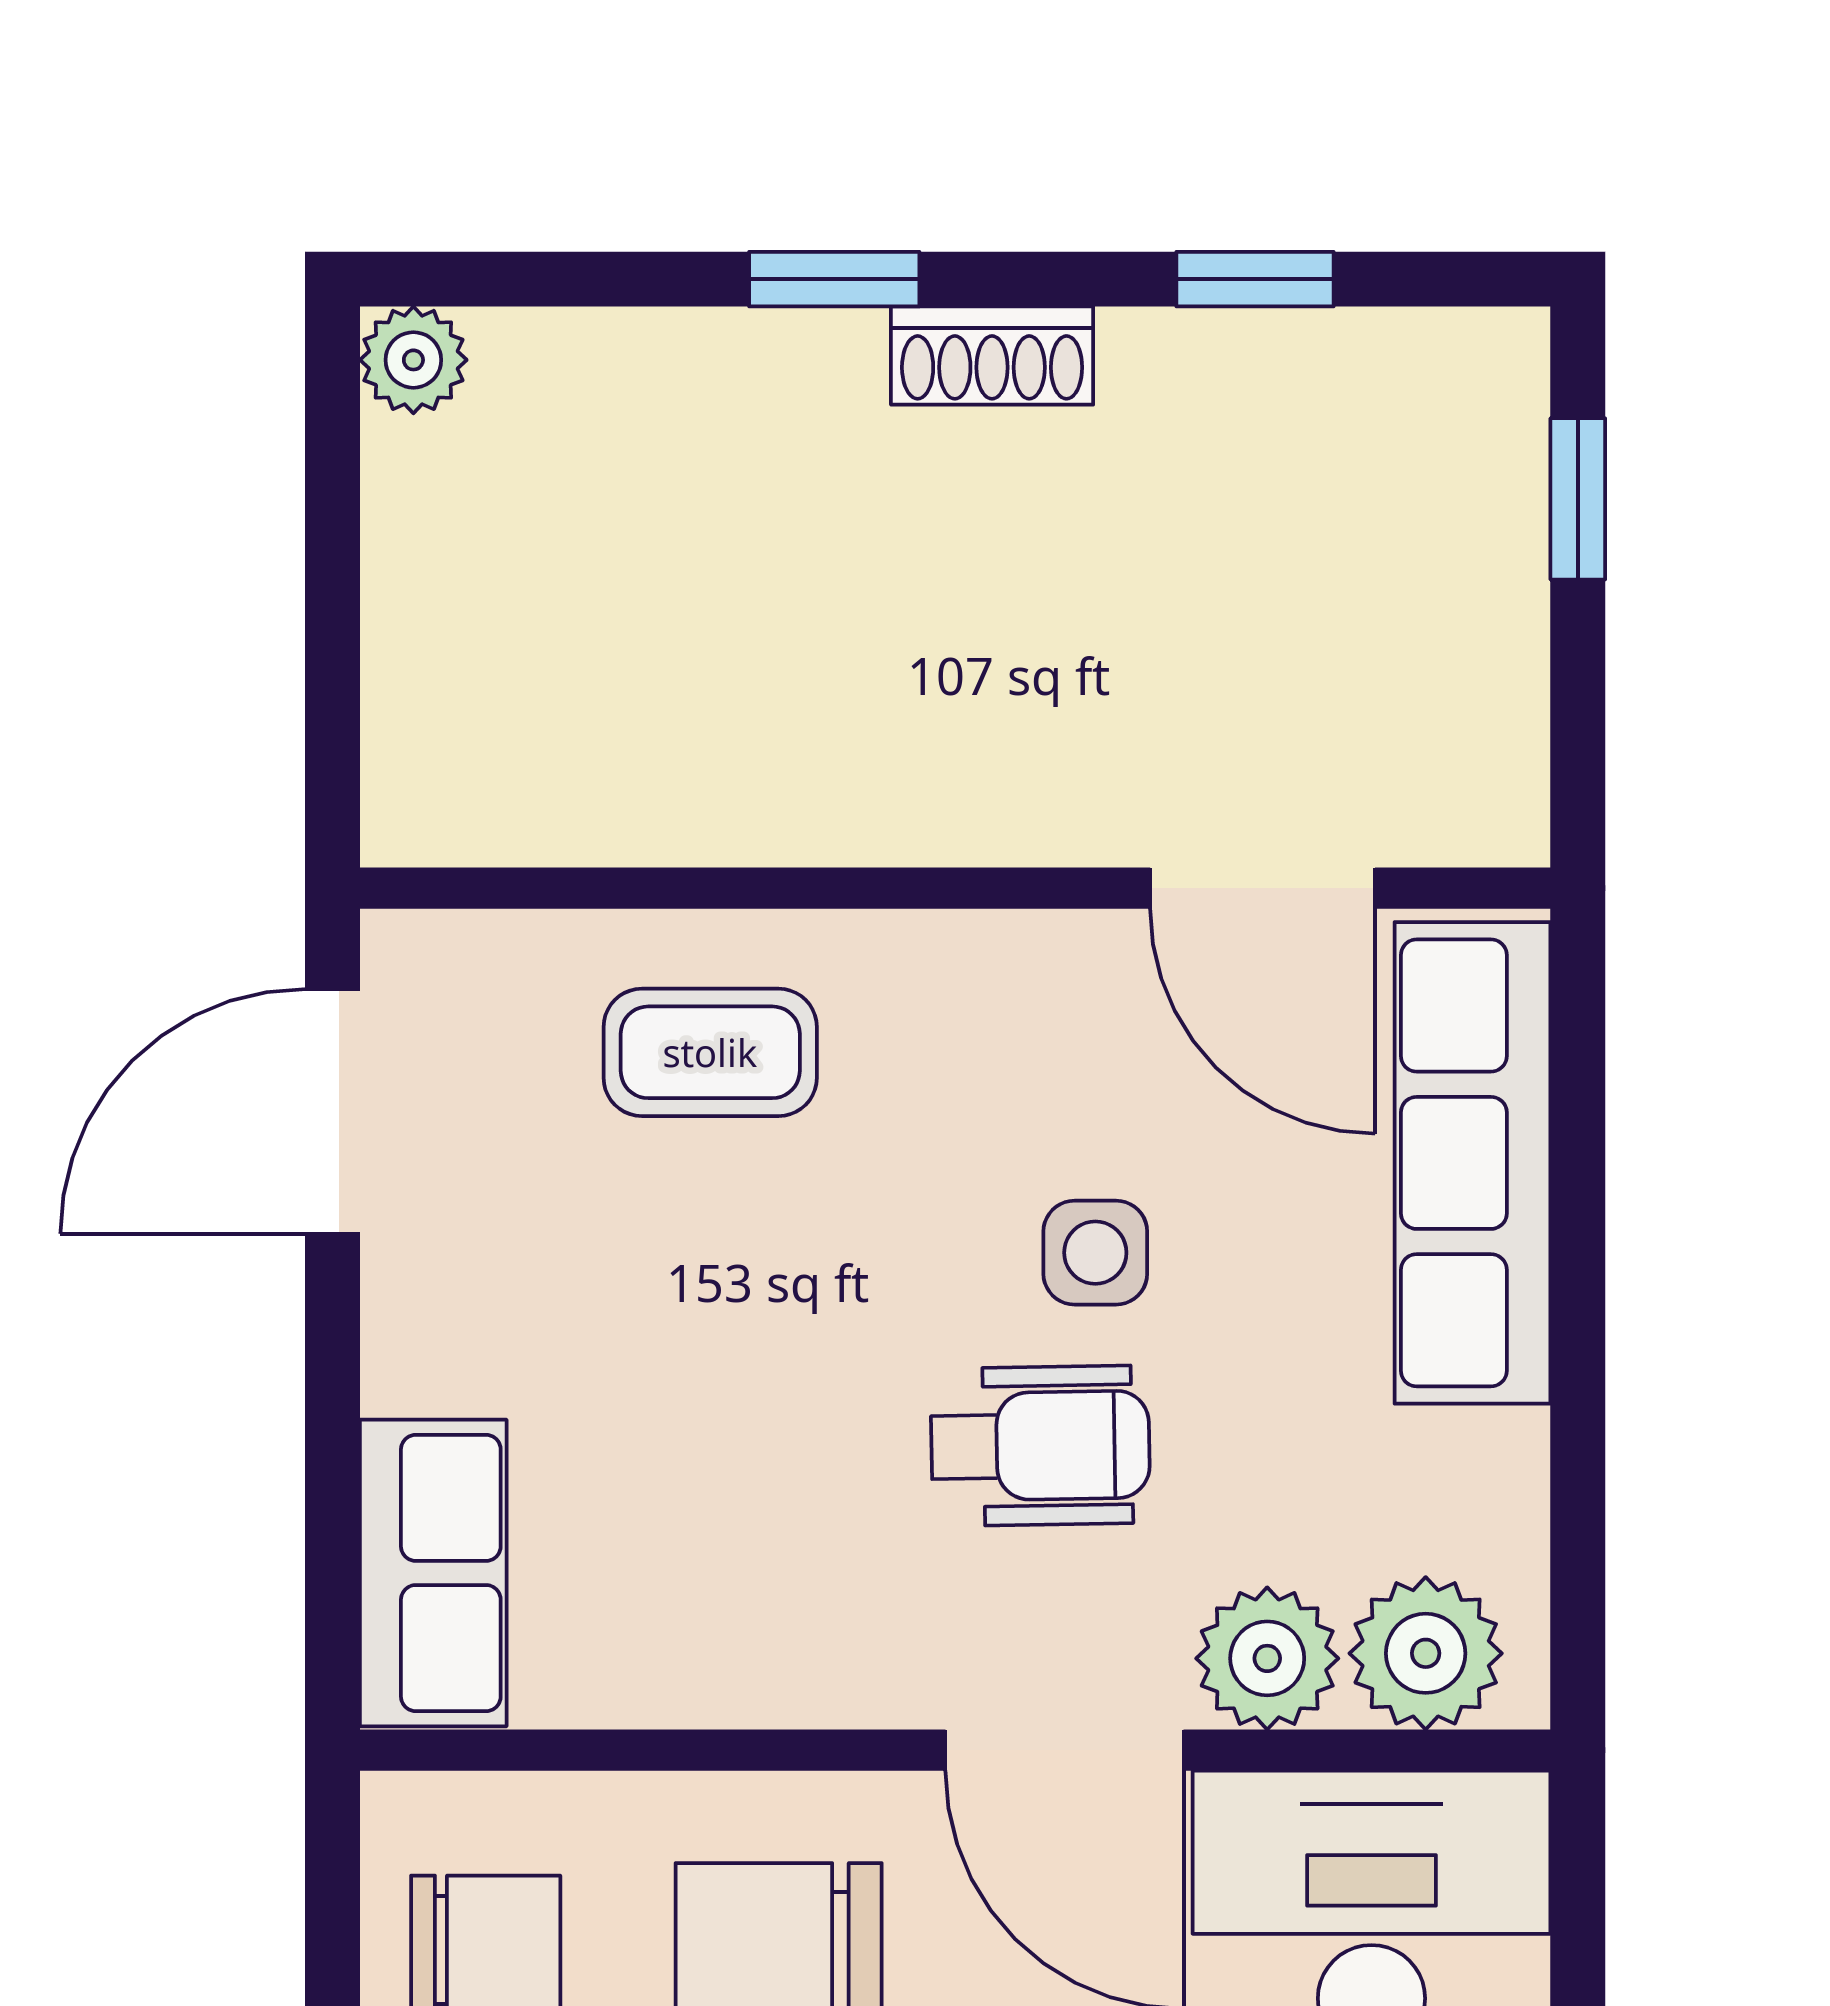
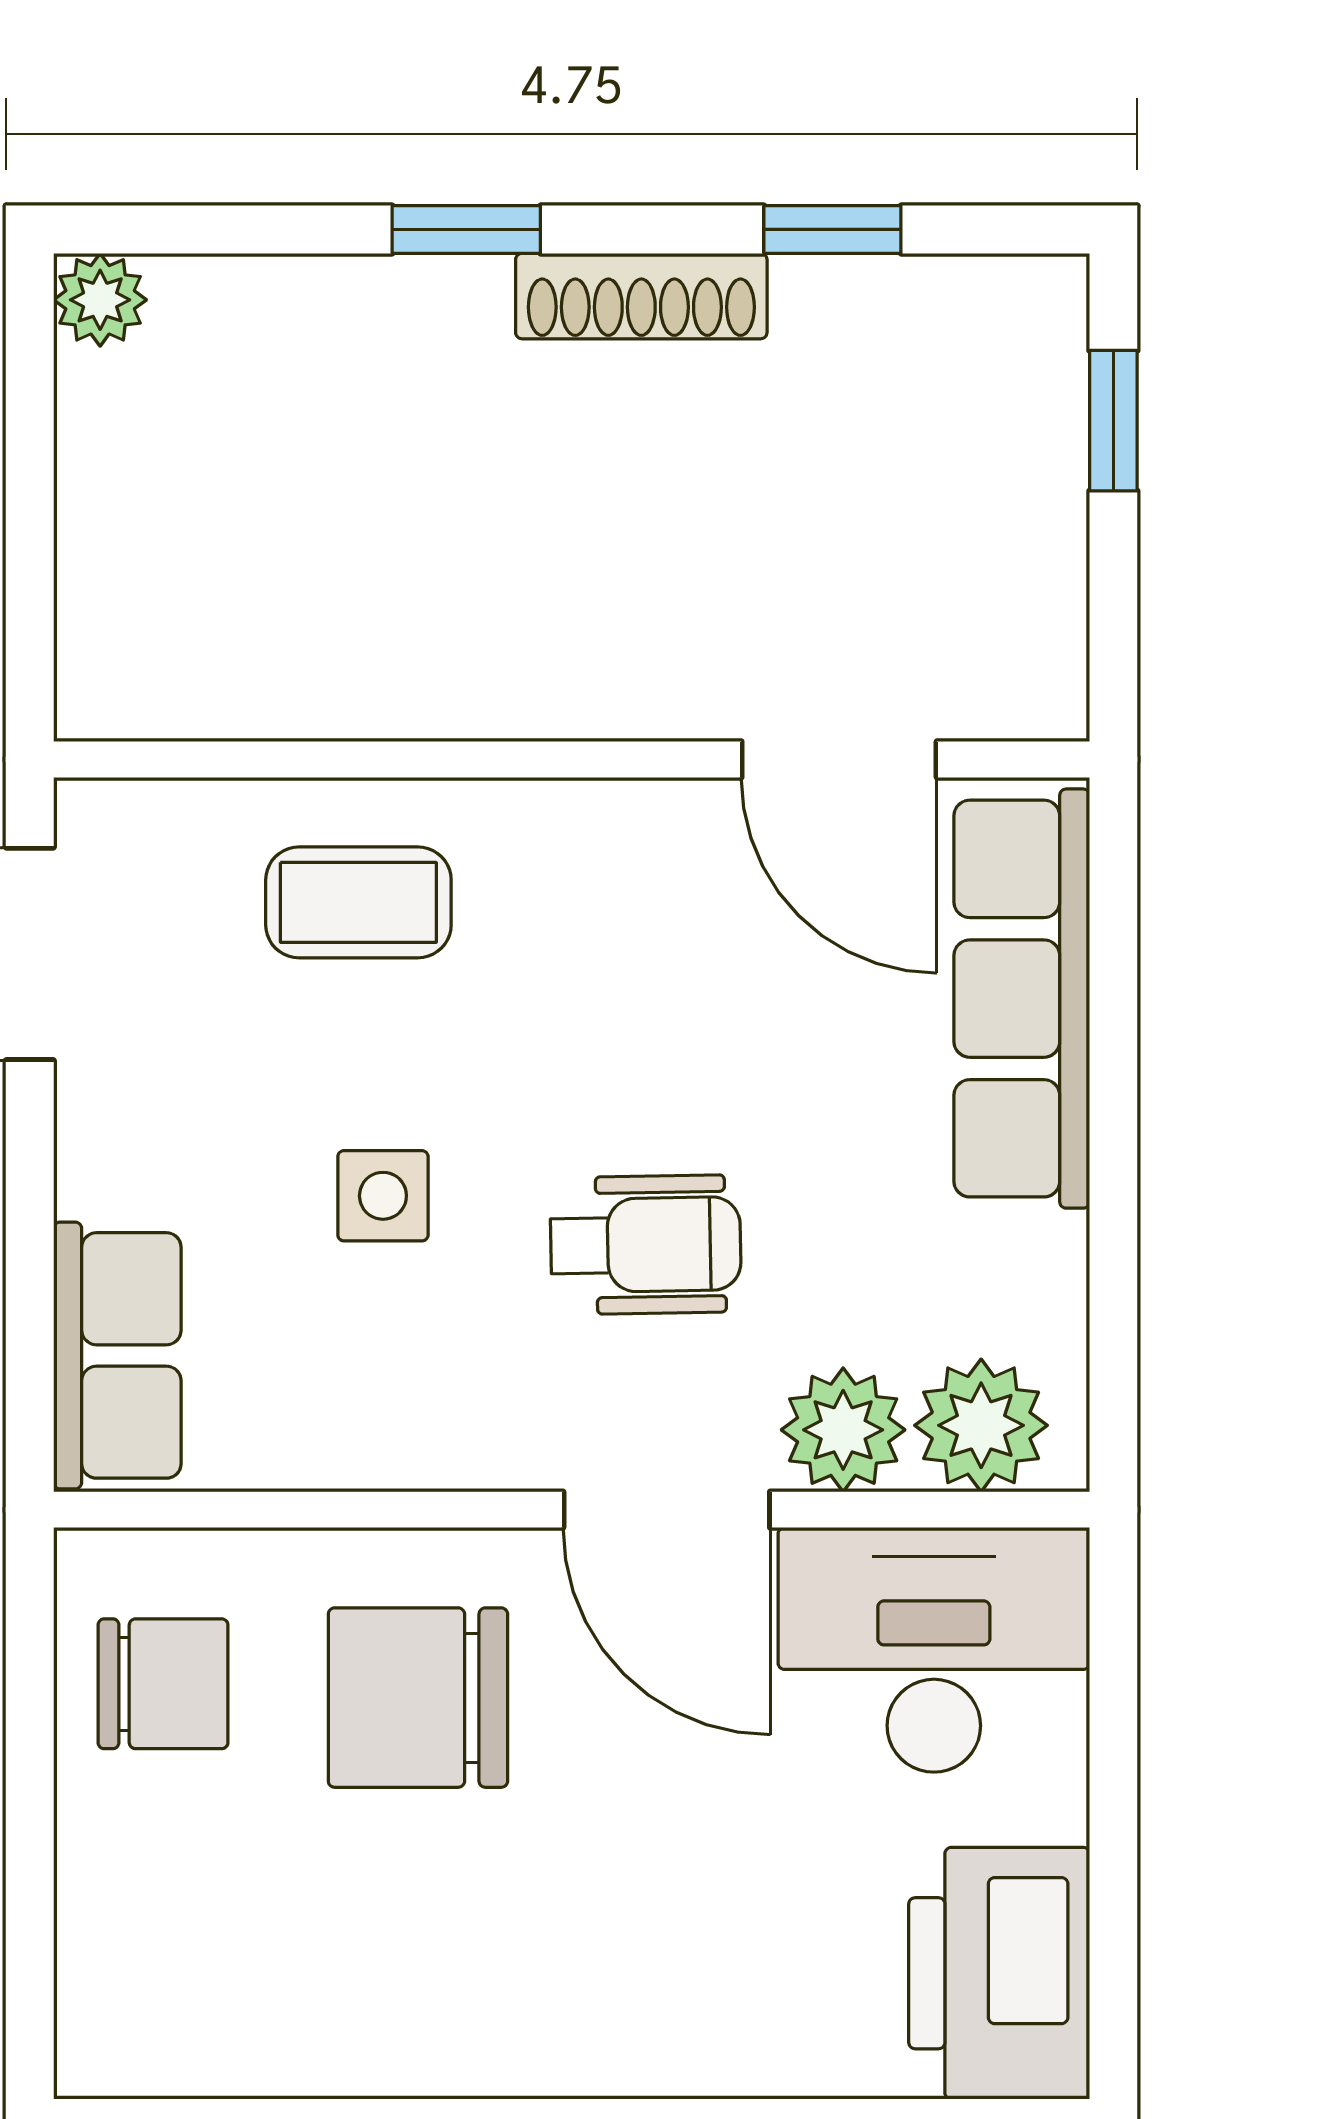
shoe rack: (992, 356) -> (641, 296), width x1.43
side table: (1095, 1253) -> (383, 1196), moved

